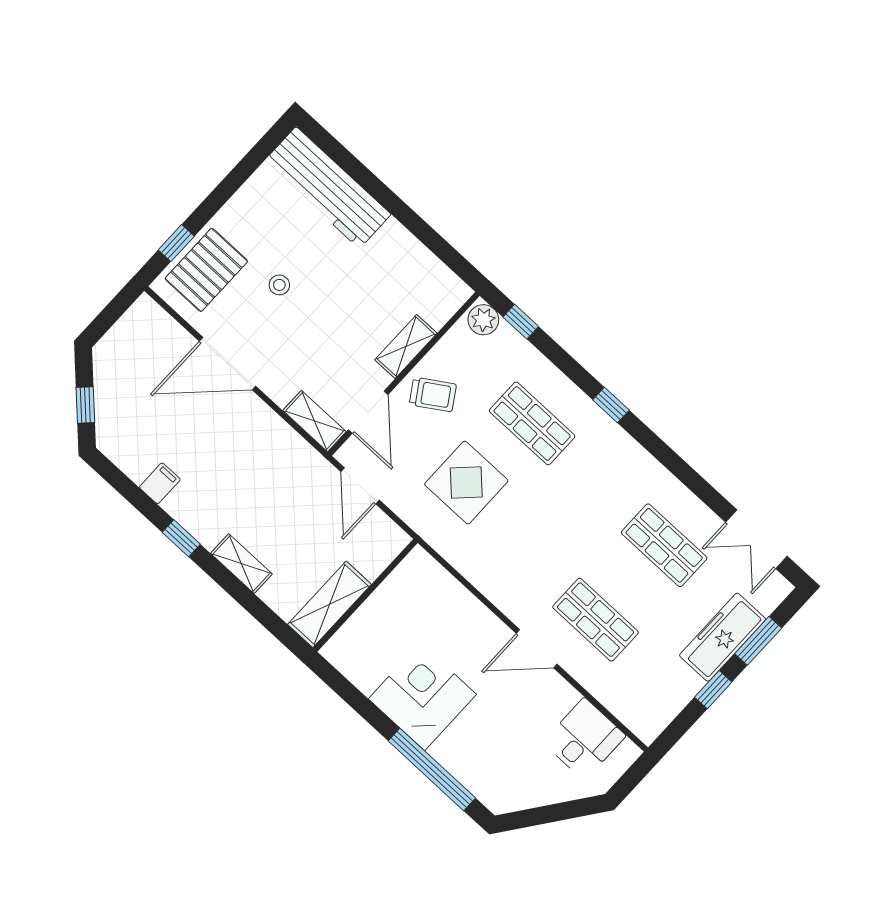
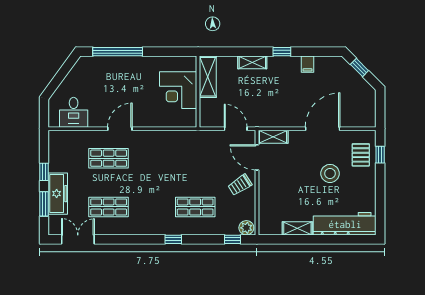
pallet: (206, 270) -> (361, 155), width x0.67, depth x0.71
stool: (279, 285) -> (330, 173), width x1.89, depth x1.89
shelving: (406, 347) -> (297, 228), moved, turned 90
display table: (466, 482) -> (199, 165), removed
corner desk: (422, 697) -> (178, 90), moved, turned 90

